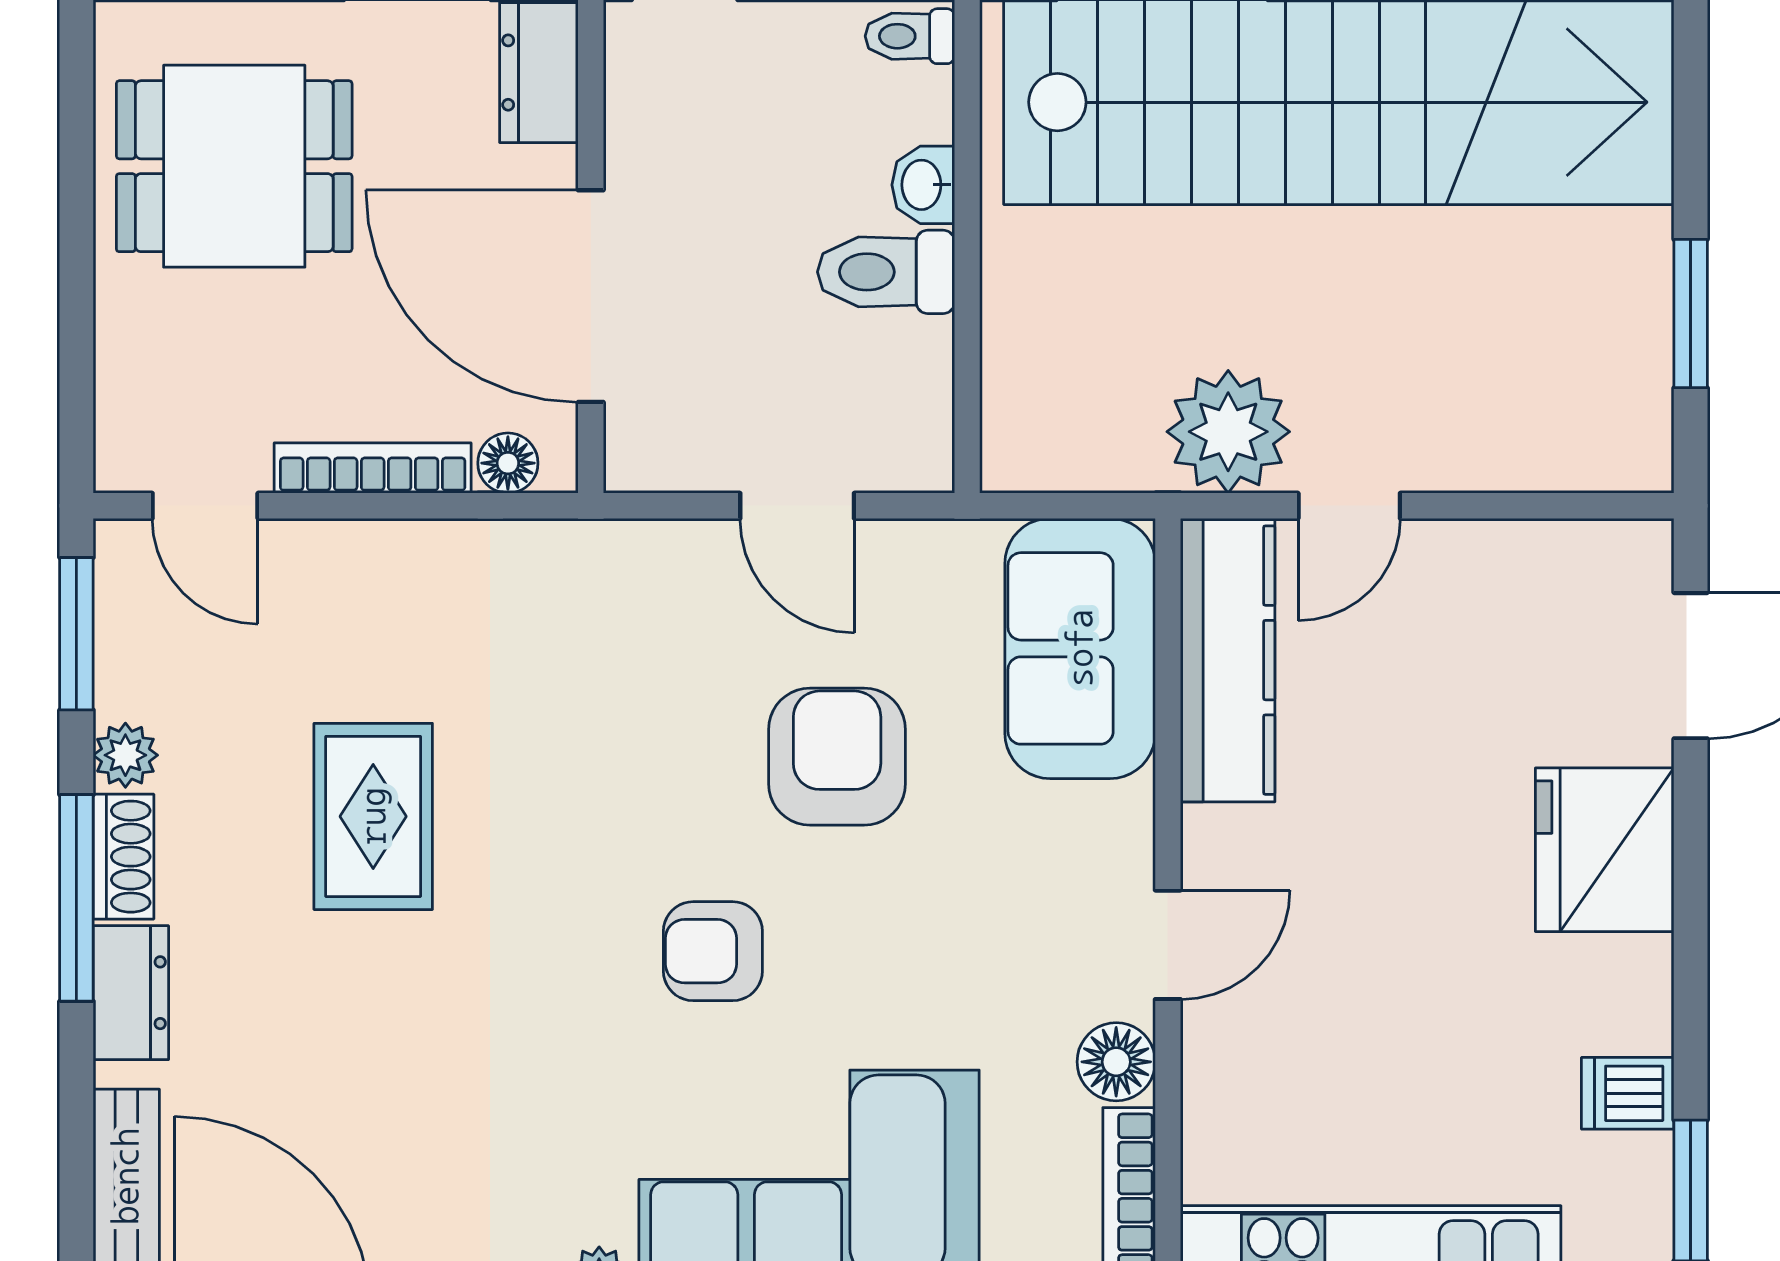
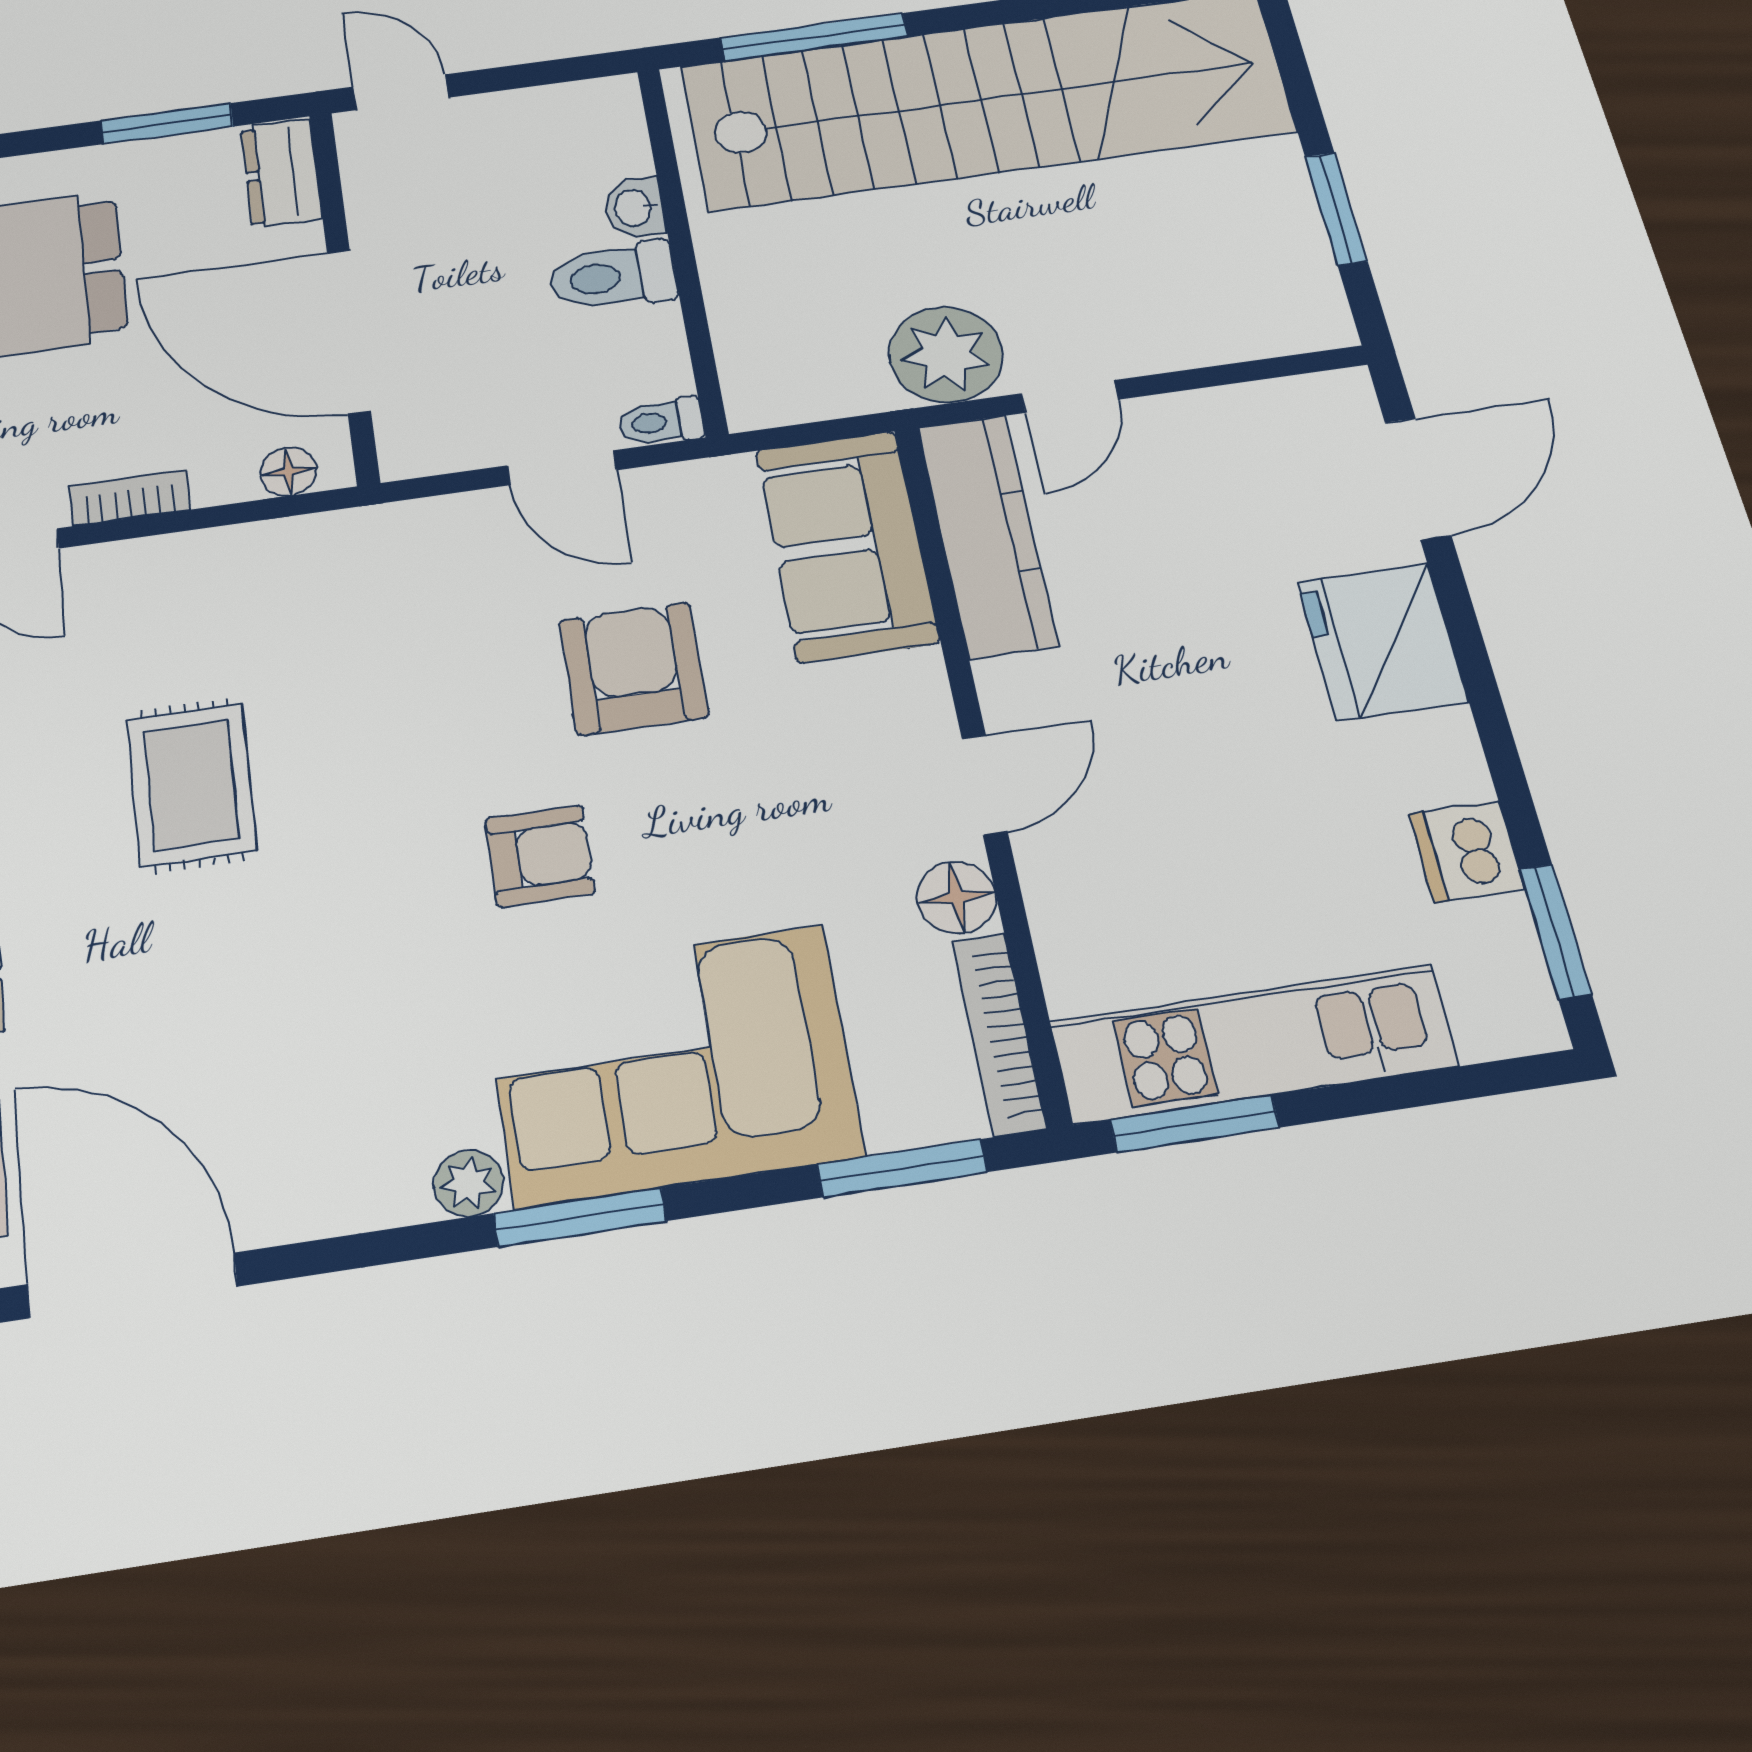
toilet: (910, 36) -> (661, 422), moved
bookcase: (373, 468) -> (130, 498), width x0.64
armchair: (713, 951) -> (540, 856), turned 180
dishwasher: (1628, 1093) -> (1467, 852), width x1.38

